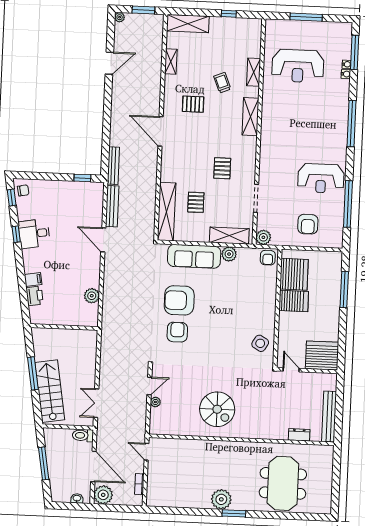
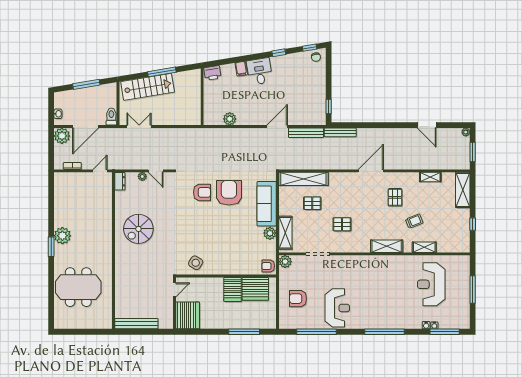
reception desk: (321, 178) -> (337, 308), turned 180
desk: (34, 234) -> (260, 71), moved
printer: (35, 296) -> (212, 73), moved
dresser: (299, 435) -> (120, 181), moved

